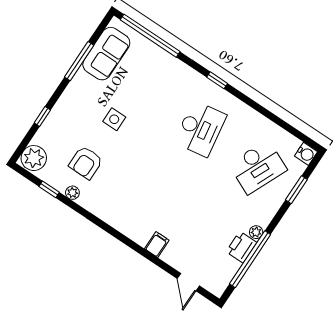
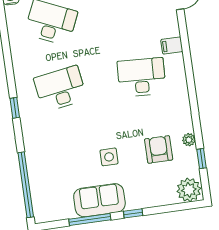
sofa: (106, 54) -> (99, 200), moved
window: (42, 116) -> (133, 213), moved
armchair: (86, 163) -> (159, 149), turned -90
desk: (153, 199) -> (141, 77), added

